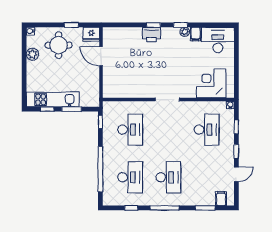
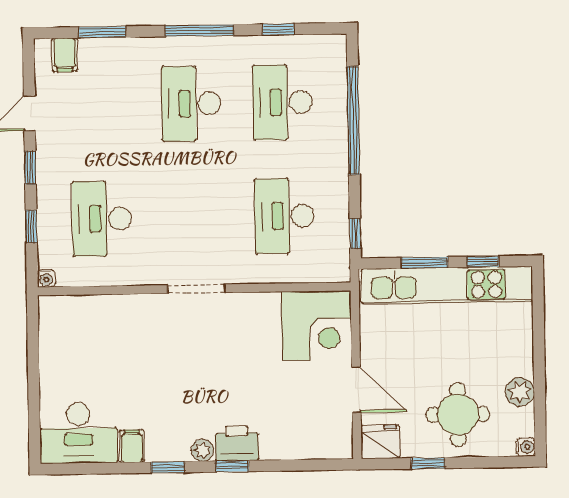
plant: (185, 32) -> (202, 450), moved
corner desk: (211, 83) -> (316, 326), moved
kitchen unit: (53, 99) -> (447, 285), width x1.36

